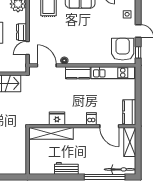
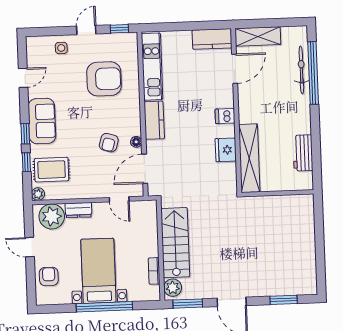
dresser: (21, 32) -> (79, 210), moved
armchair: (65, 43) -> (109, 143), added
armchair: (123, 49) -> (104, 79), moved, turned 180
dishwasher: (91, 119) -> (225, 116), moved
workbench: (66, 168) -> (303, 153), moved
bicycle: (120, 169) -> (301, 70), moved

